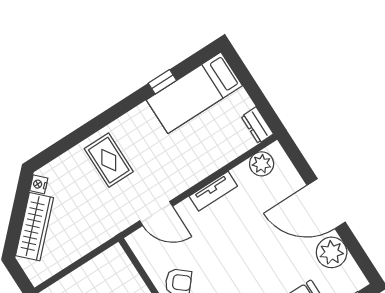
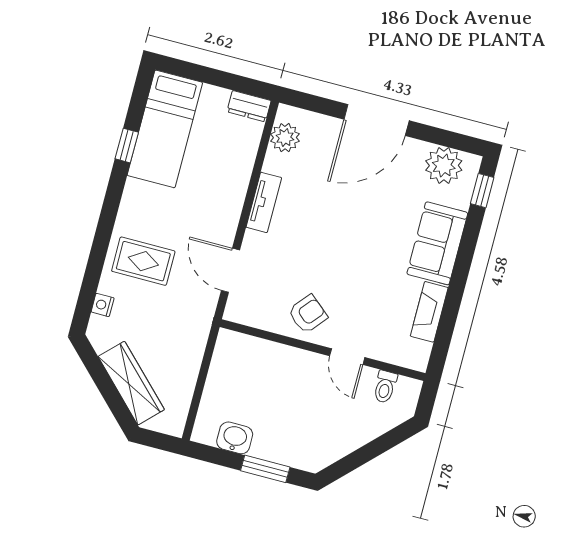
nightstand: (39, 184) -> (103, 305), moved, turned 45
door: (156, 213) -> (230, 270), swing flipped
plant: (332, 252) -> (444, 165), moved

